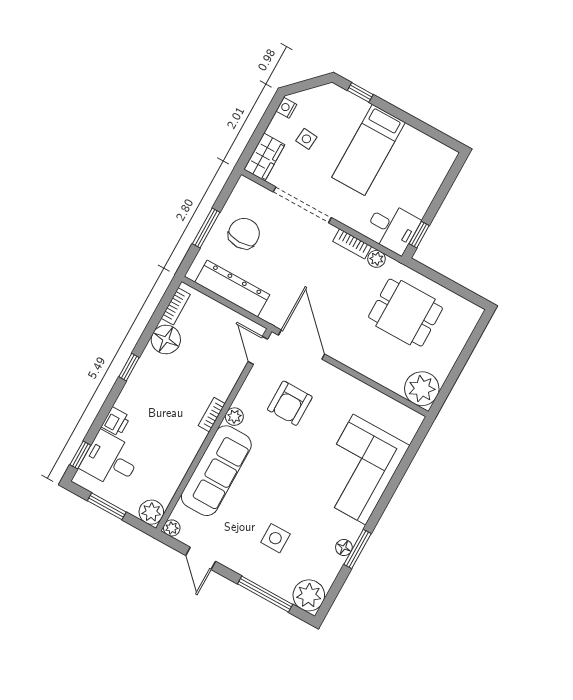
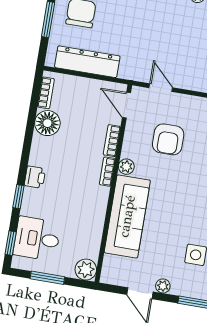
door: (302, 345) -> (161, 88), width x0.53
window: (129, 367) -> (18, 197), moved
bookcase: (229, 383) -> (112, 141), added
printer: (116, 422) -> (35, 177), moved
plant: (172, 528) -> (163, 286), moved

